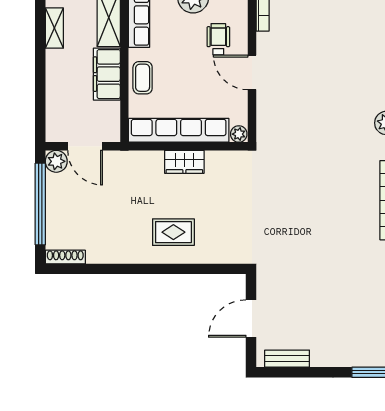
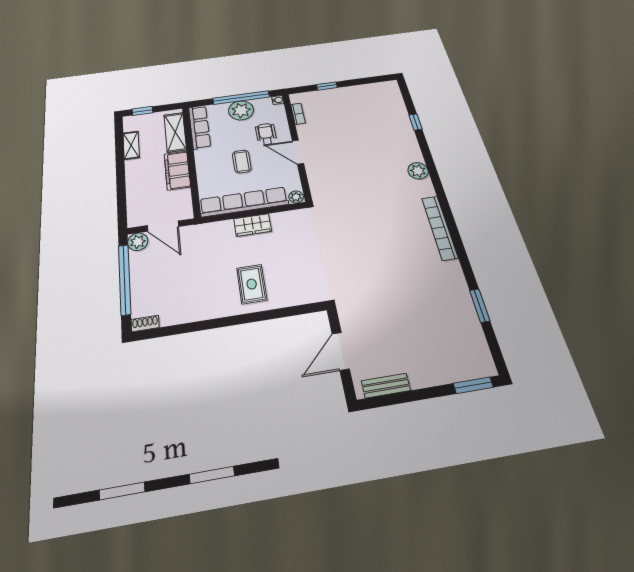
coffee table: (143, 78) -> (242, 162), moved
rug: (173, 232) -> (252, 284), turned 90
shoe rack: (65, 257) -> (145, 324), width x0.70

